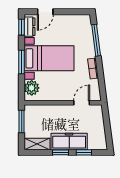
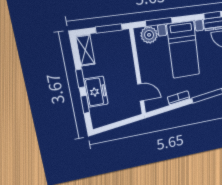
window: (22, 62) -> (159, 22), moved
freezer: (69, 141) -> (96, 92), width x0.71

